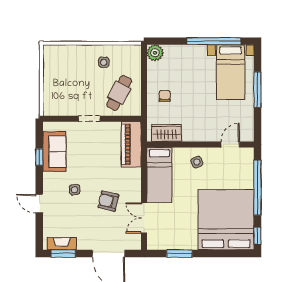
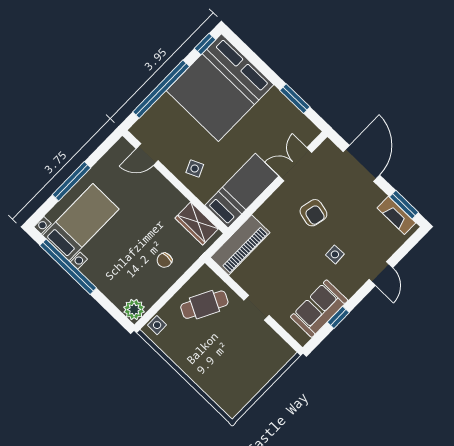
side table: (104, 62) -> (157, 325), moved
double door: (144, 218) -> (295, 164), swing flipped

